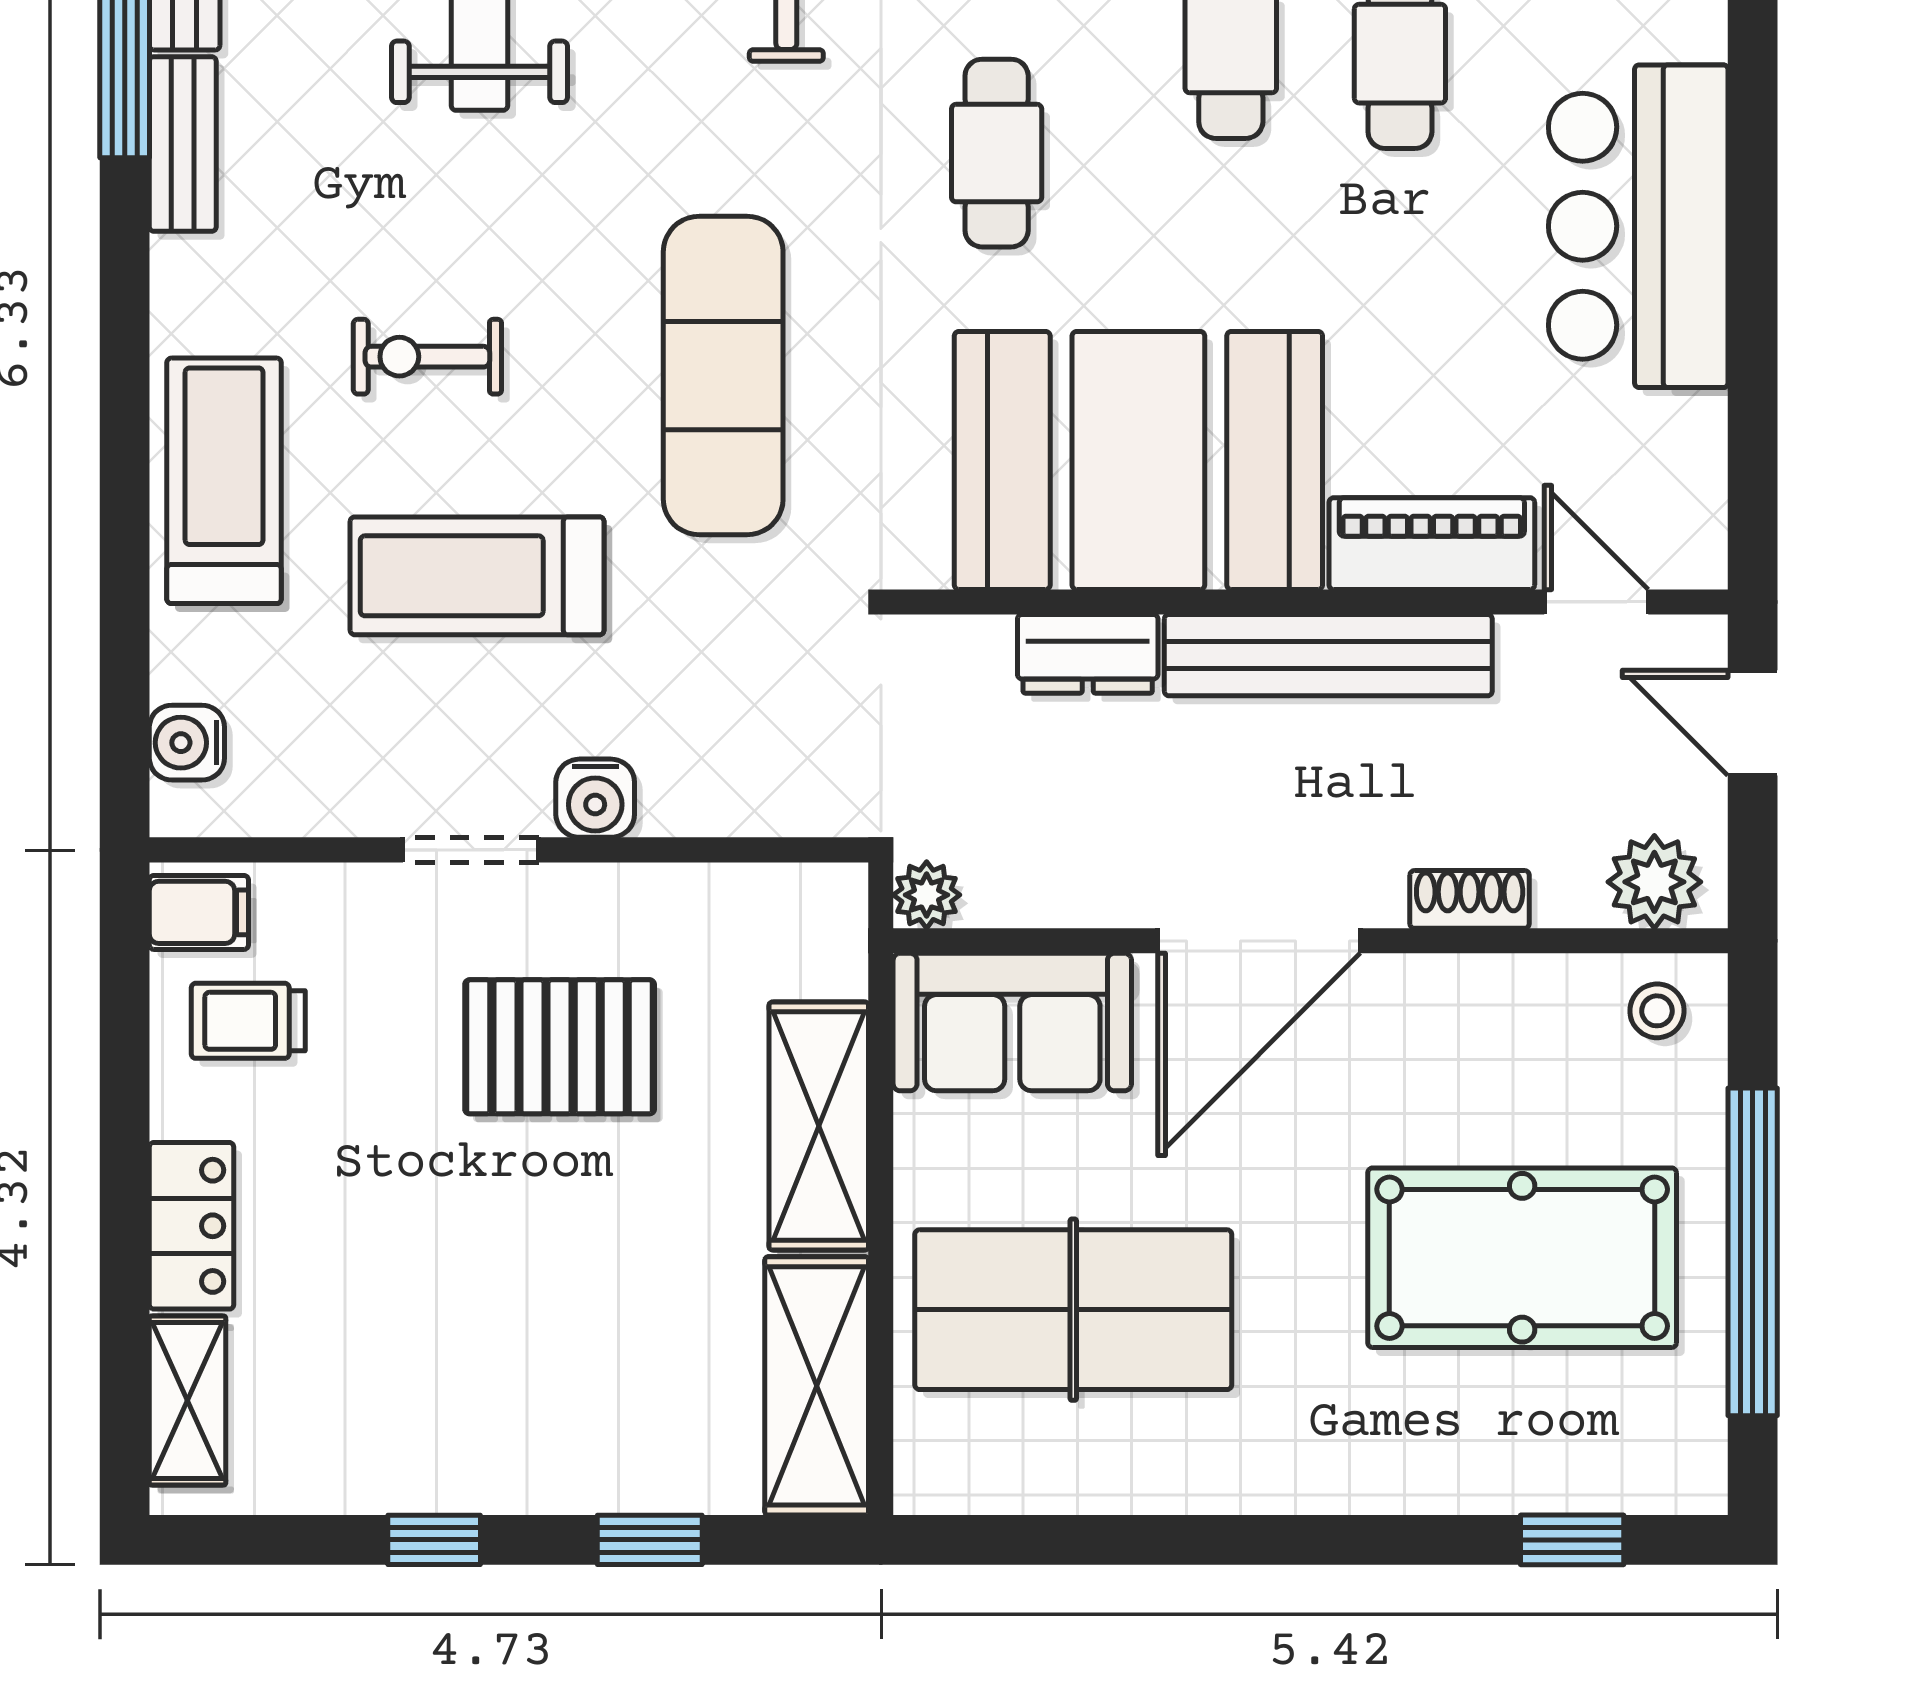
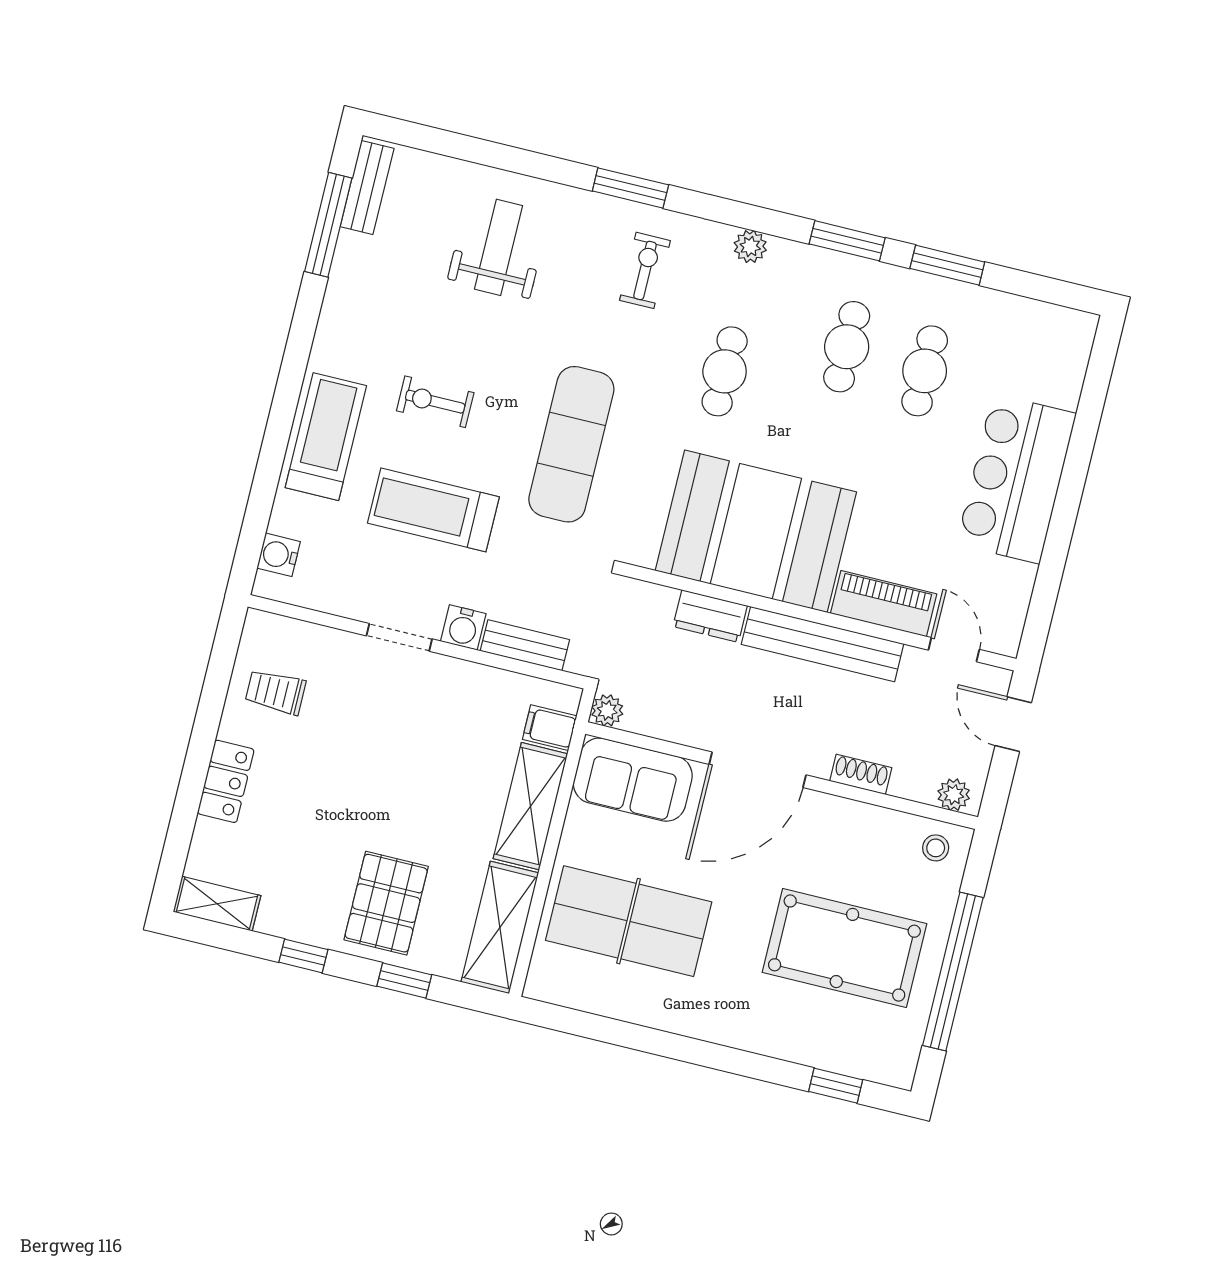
bench: (183, 144) -> (525, 645), moved, turned 90
plant: (1654, 882) -> (954, 795), width x0.73, depth x0.73
filing cabinet: (199, 912) -> (550, 728), moved, turned 180
pallet: (560, 1047) -> (386, 903), moved, turned 90
shelving: (188, 1401) -> (217, 904), moved, turned 90

